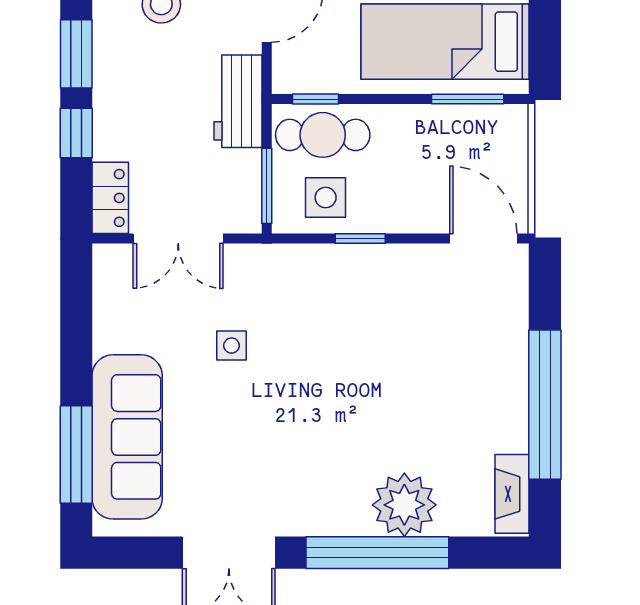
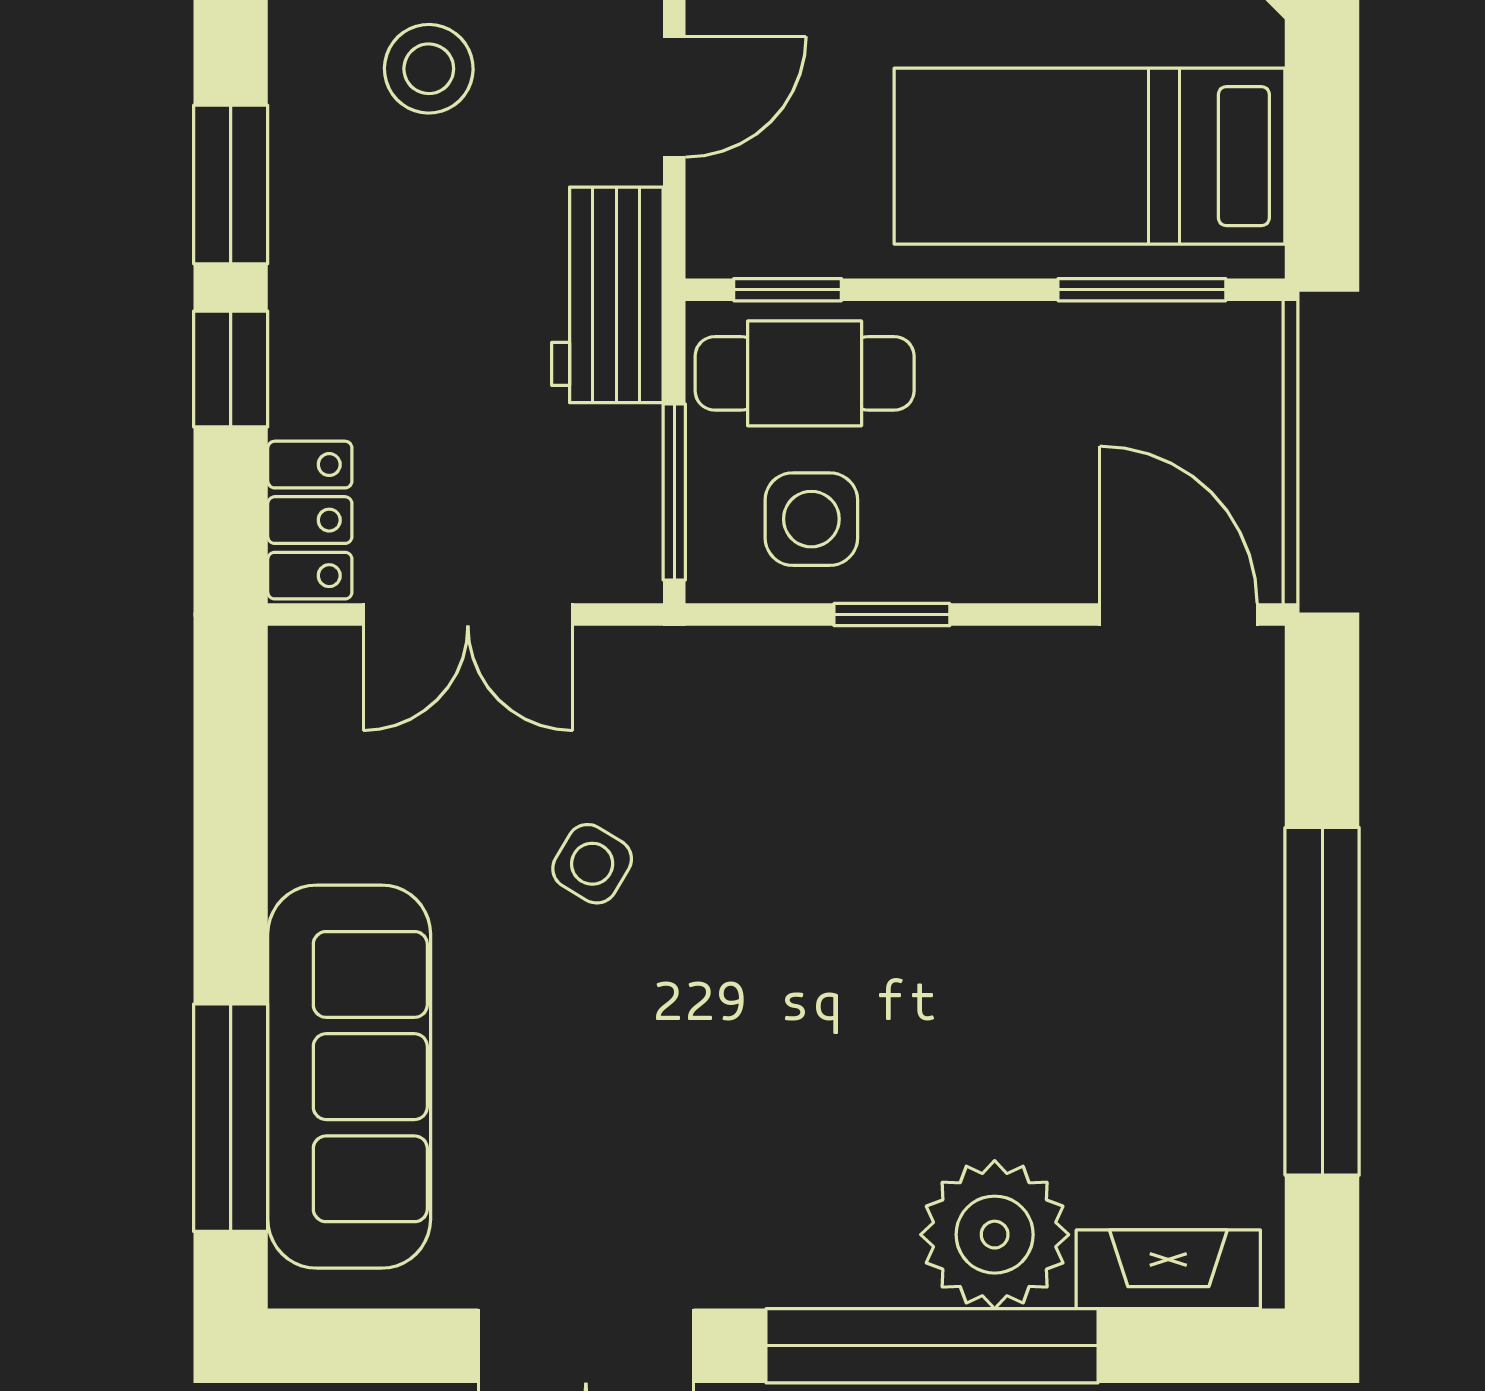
side table: (231, 346) -> (592, 864), turned 31
fireplace: (512, 494) -> (1168, 1269), moved, turned 90

